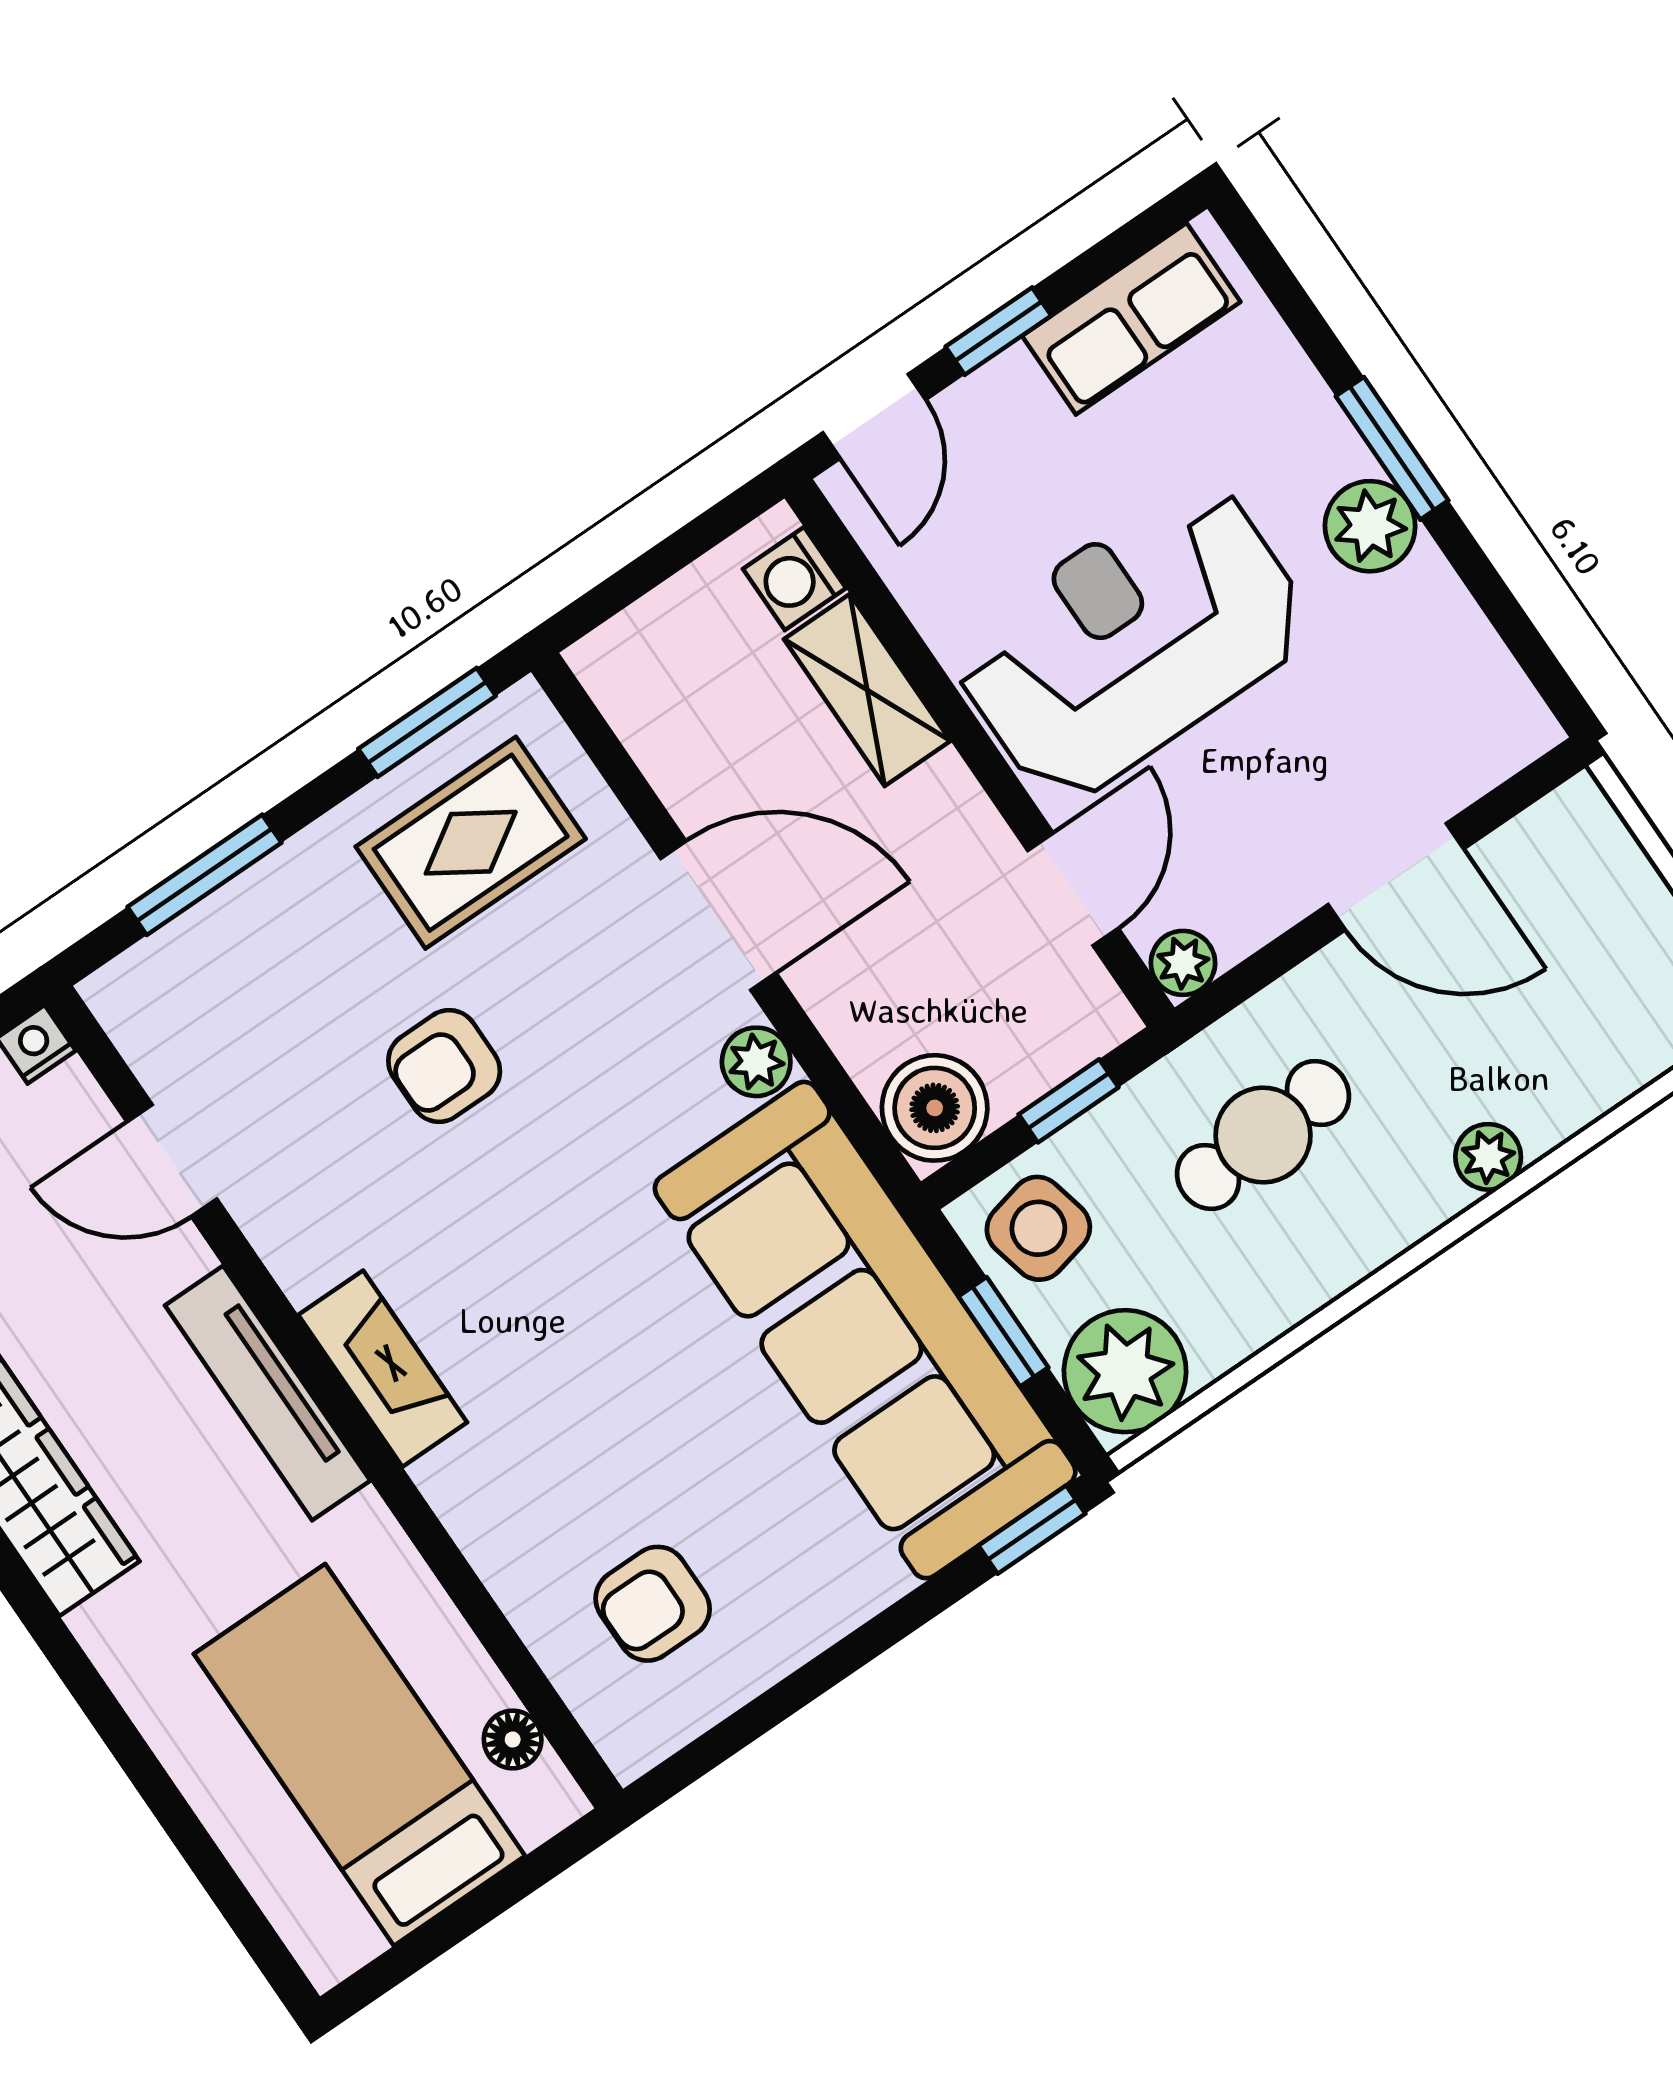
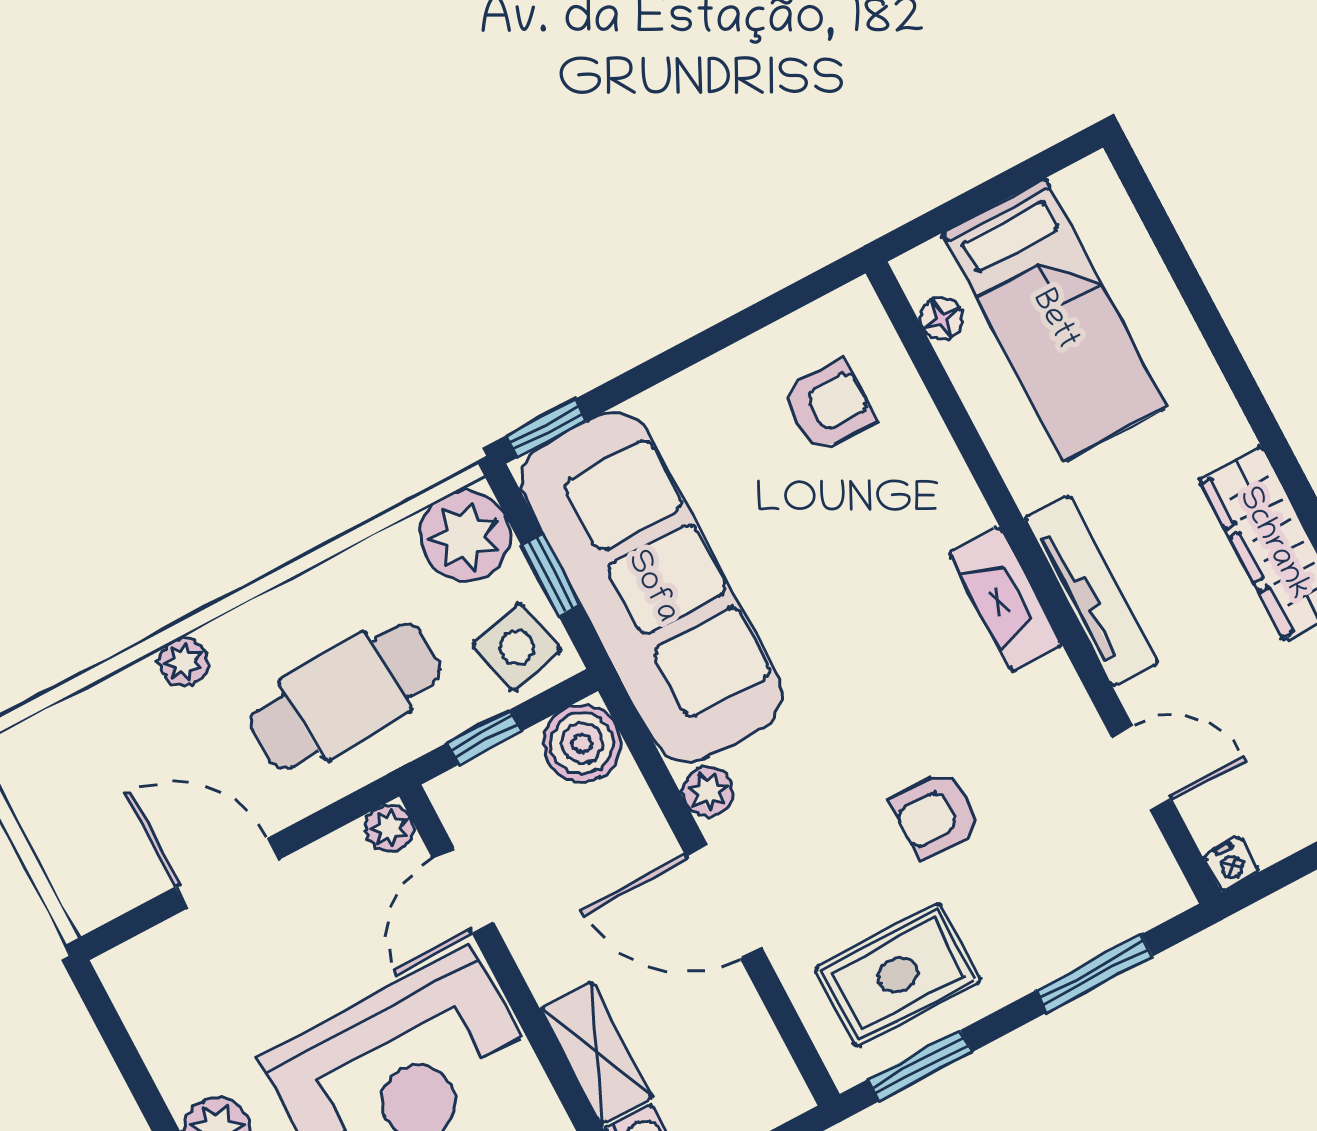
armchair: (444, 1066) -> (936, 814), turned 180
cafe table: (1263, 1135) -> (345, 696), width x1.37, depth x1.35

